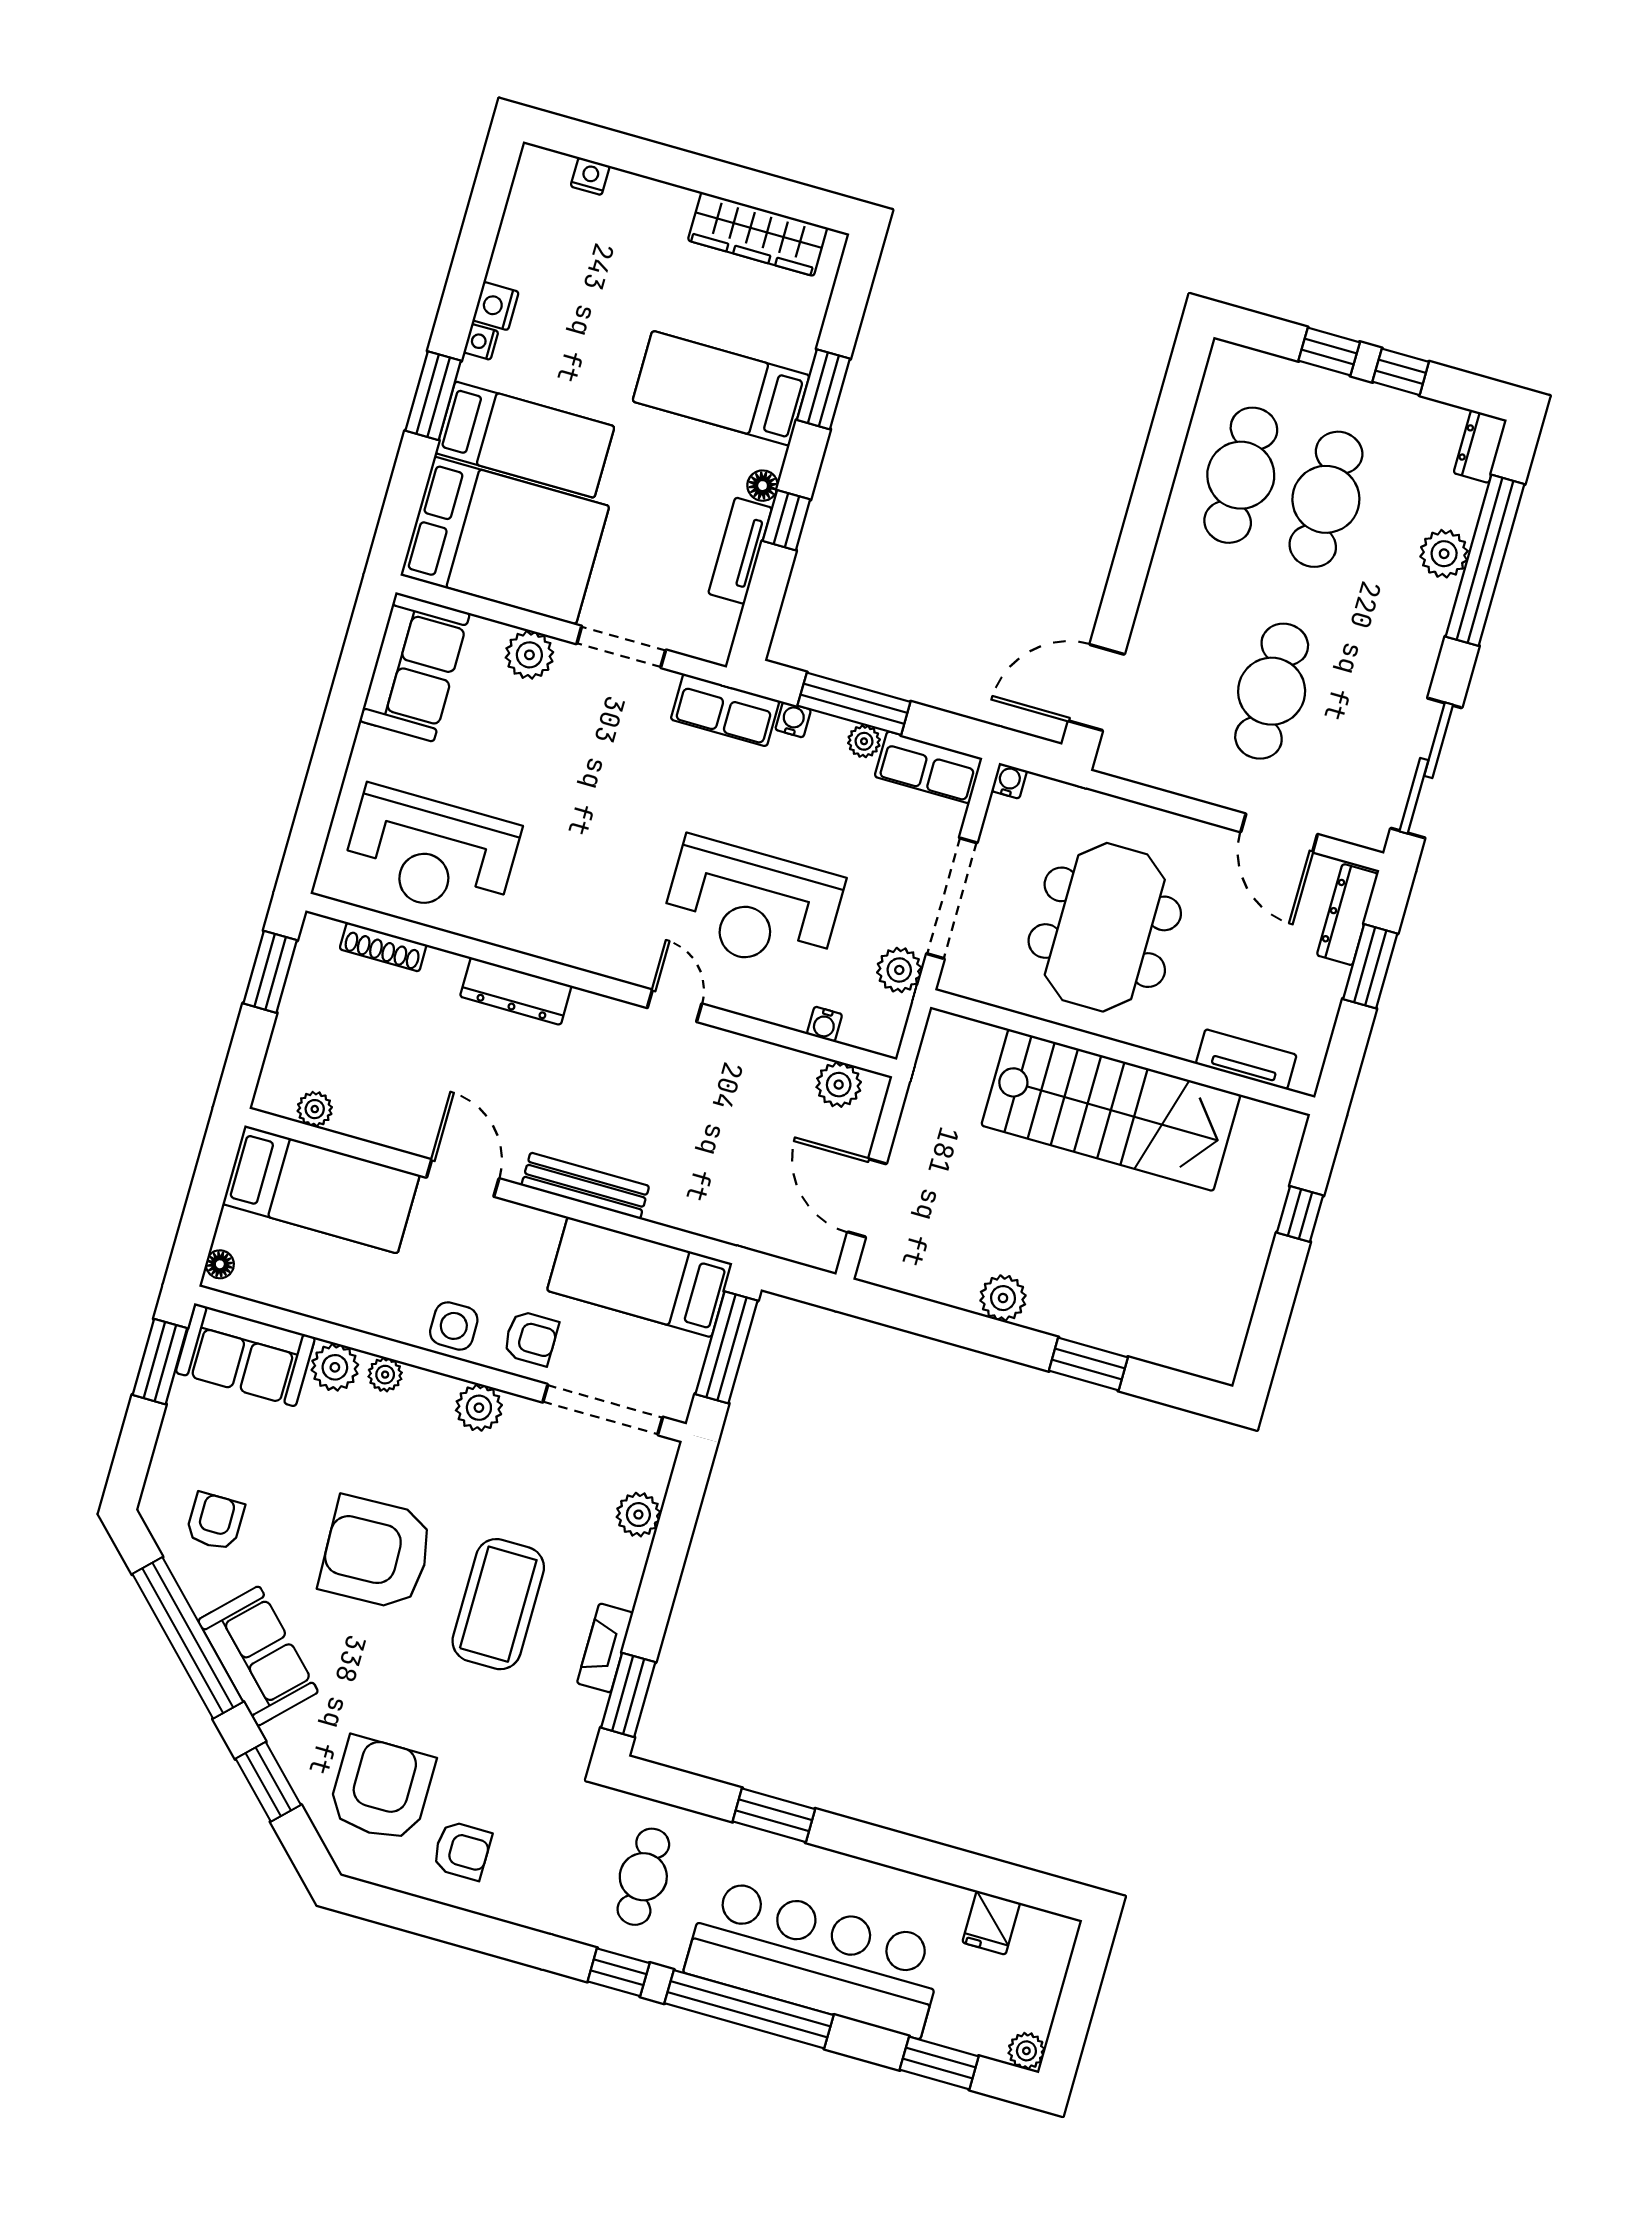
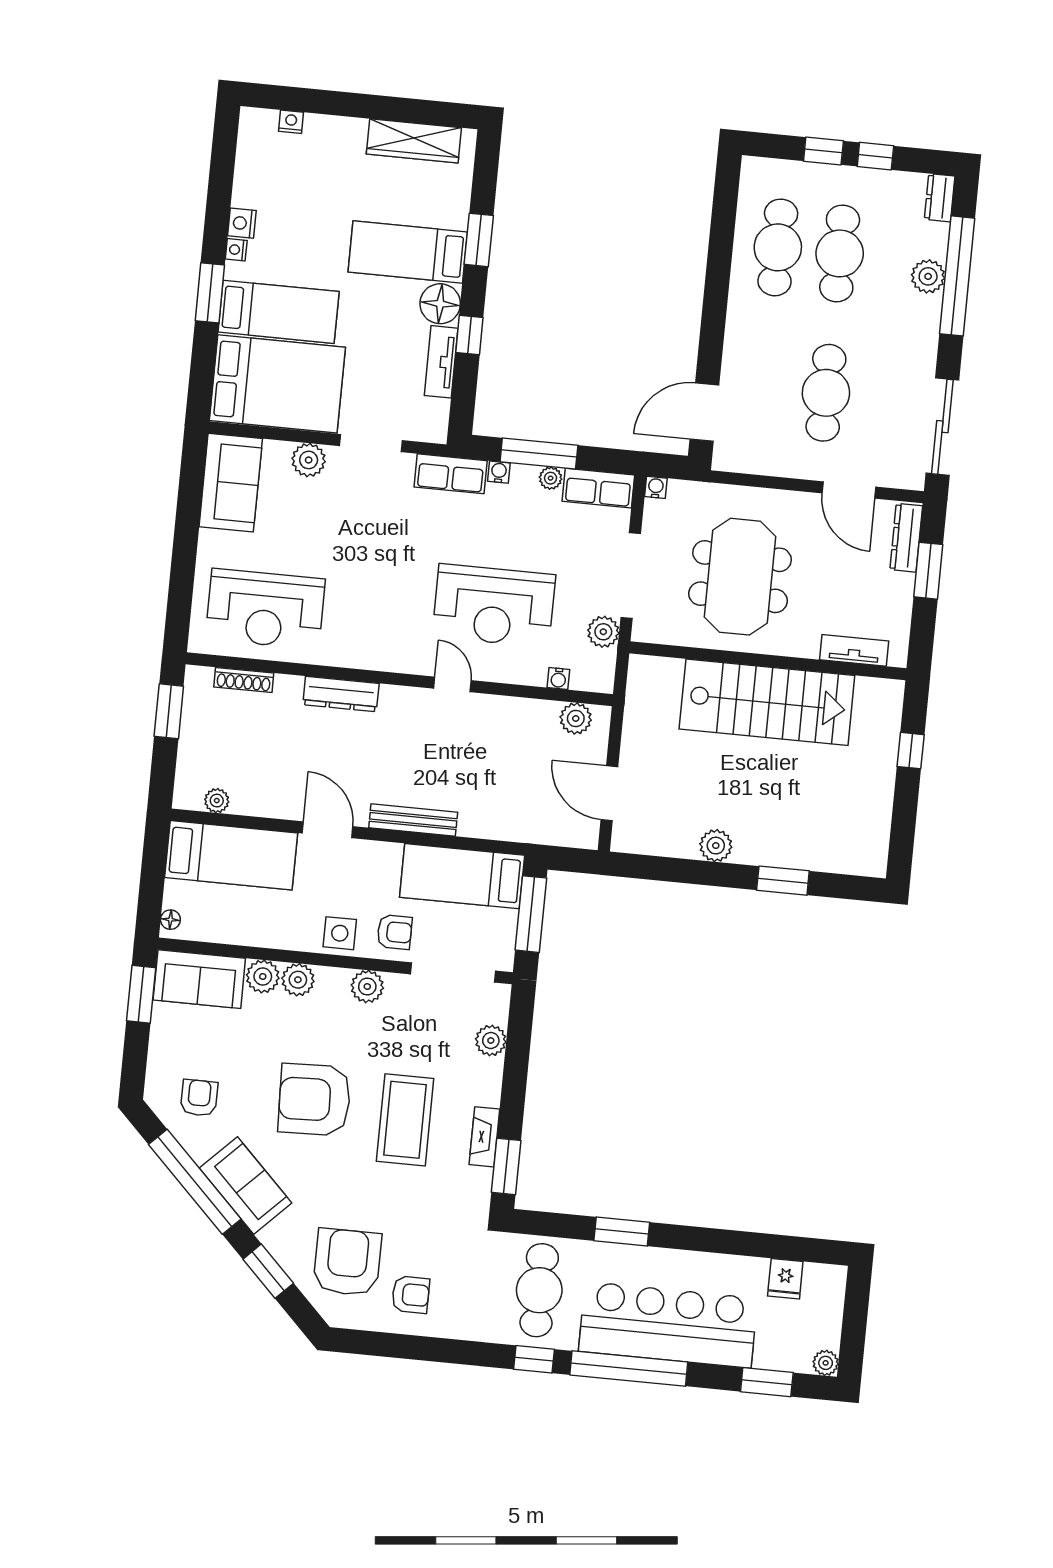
floor lamp: (763, 486) -> (440, 304), width x1.89, depth x1.89
plant: (385, 1375) -> (298, 980), width x1.38, depth x1.38
cafe table: (643, 1877) -> (539, 1290), width x1.37, depth x1.35

